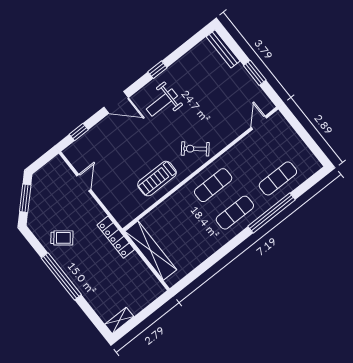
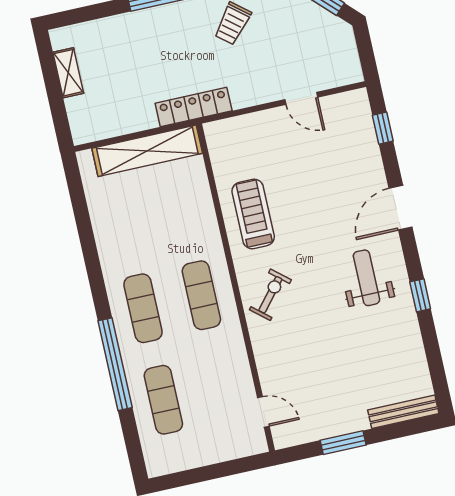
shelving: (119, 320) -> (68, 73), moved

